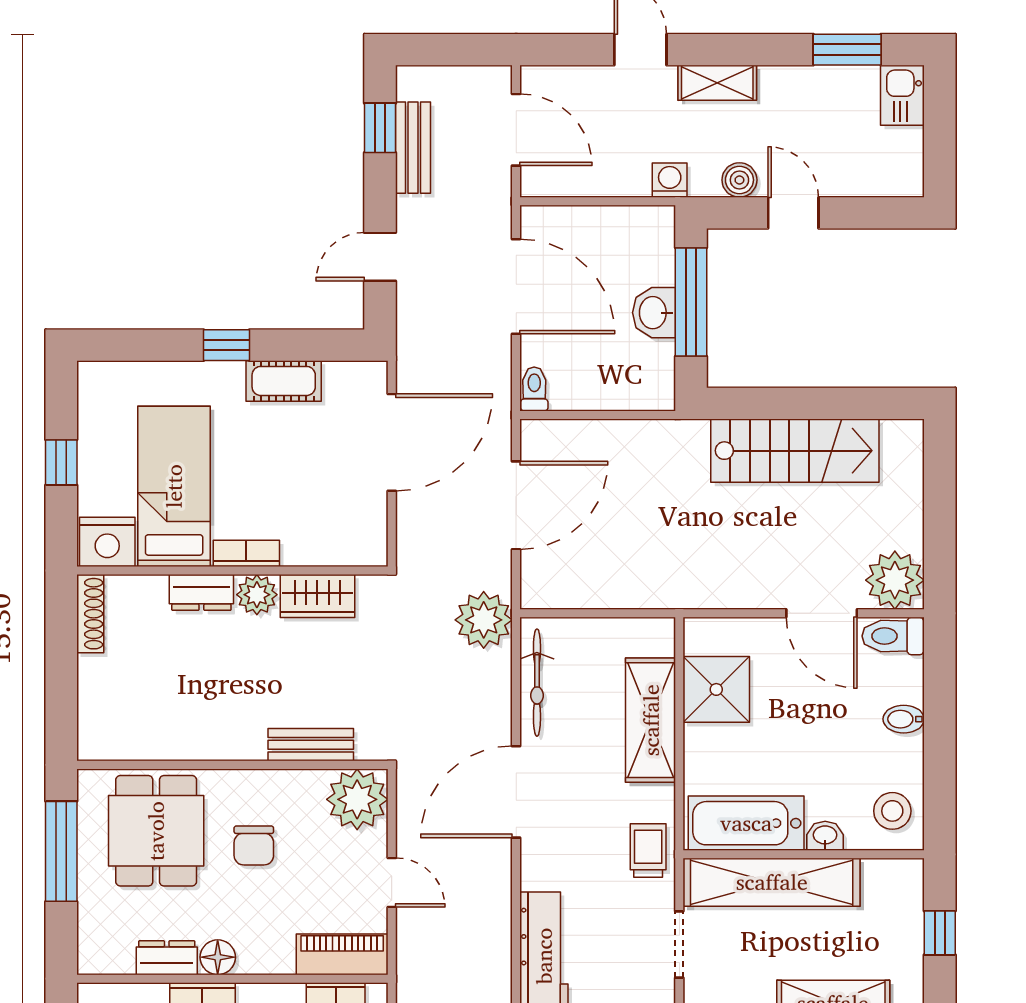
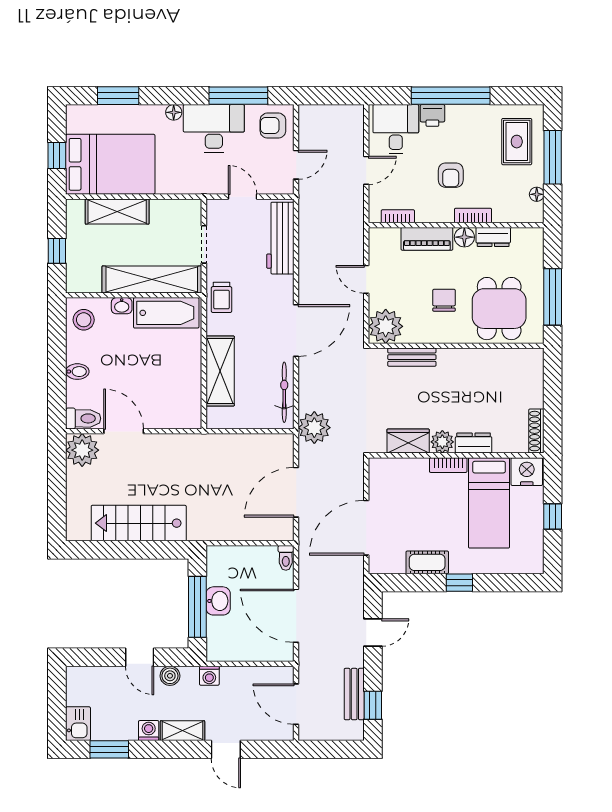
washing machine: (777, 83) -> (149, 731), added
shower: (716, 689) -> (183, 388), removed
piano: (342, 954) -> (427, 239), moved

